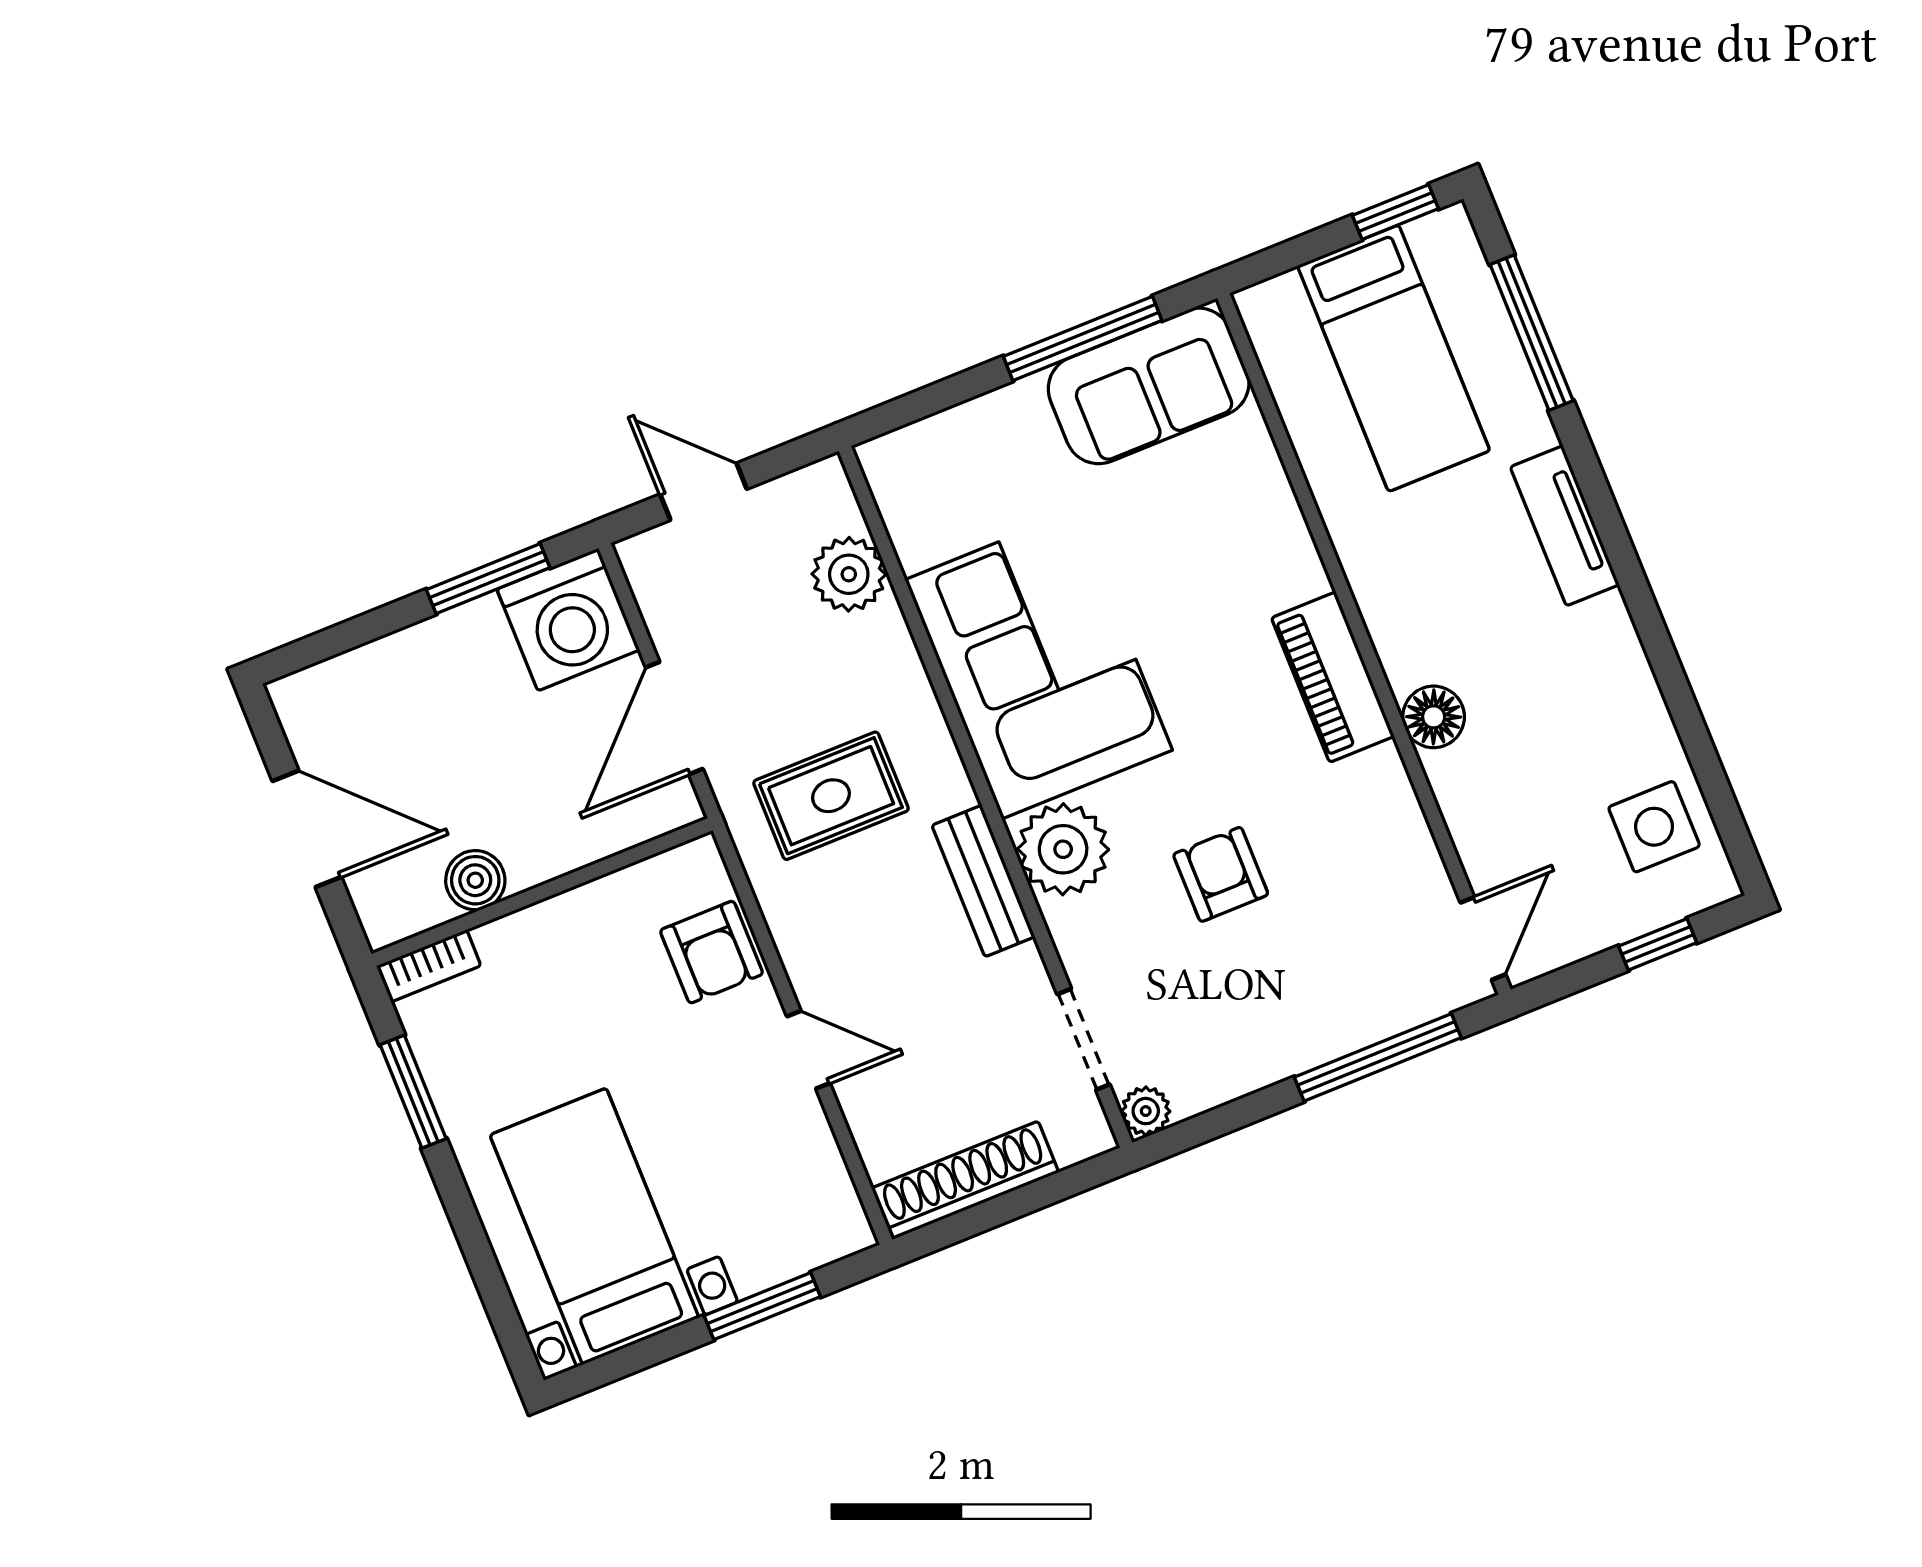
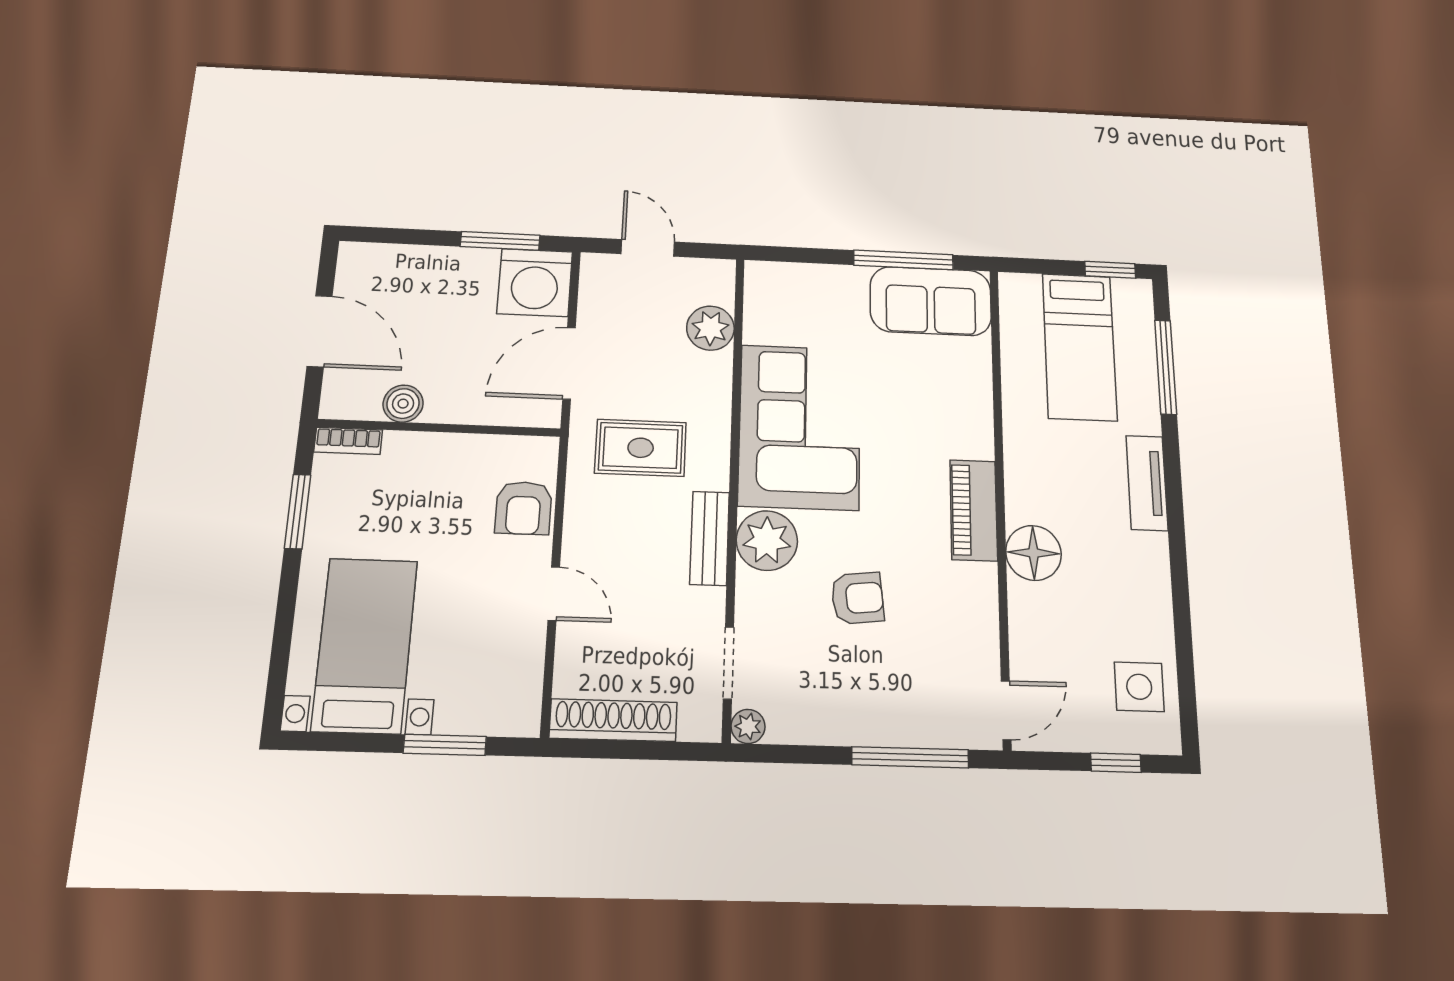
floor lamp: (1434, 717) -> (1033, 553), width x1.38, depth x1.38
armchair: (1221, 874) -> (857, 598), turned 84

